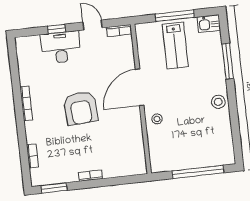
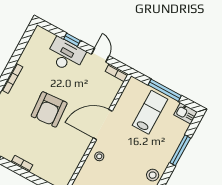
lab bench: (175, 46) -> (150, 112), turned 180

